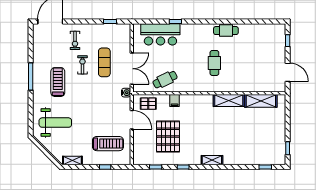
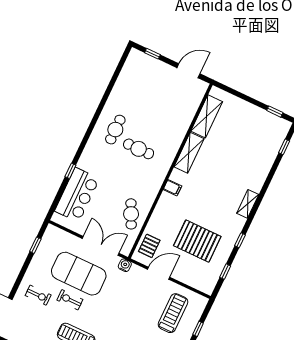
cafe table: (226, 31) -> (115, 130), moved
exercise mat: (104, 62) -> (79, 274), width x2.00, depth x1.45
filing cabinet: (175, 101) -> (172, 188), moved

